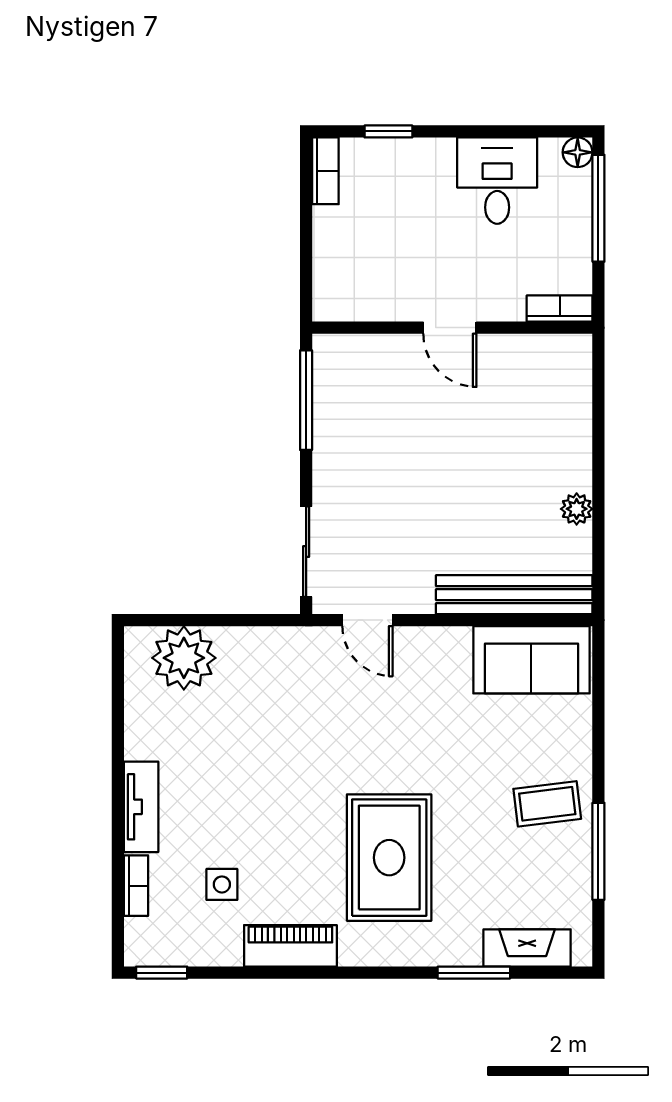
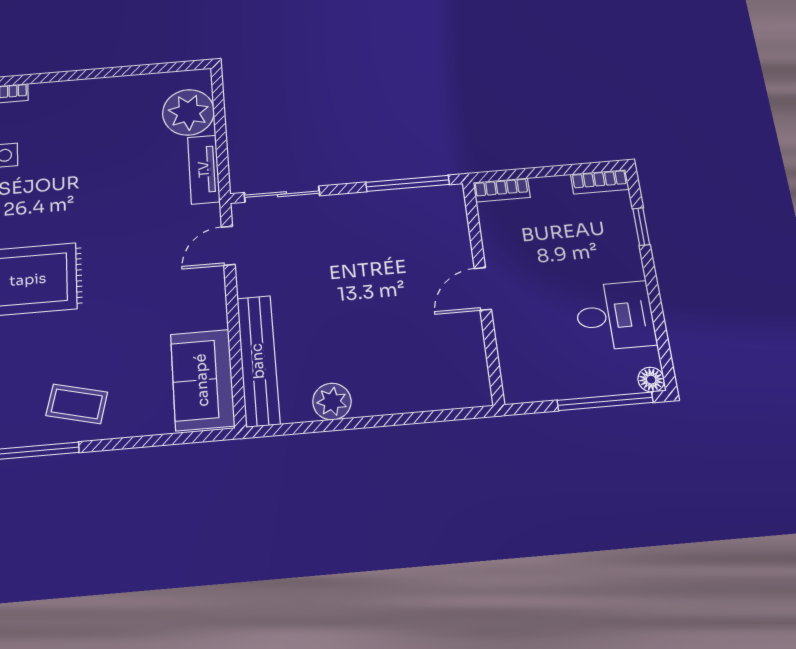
bookcase: (560, 309) -> (502, 190), moved, turned 90
plant: (577, 509) -> (332, 402), width x1.38, depth x1.38
coffee table: (547, 804) -> (77, 404), turned -69
tv unit: (141, 807) -> (204, 169), moved, turned 90

